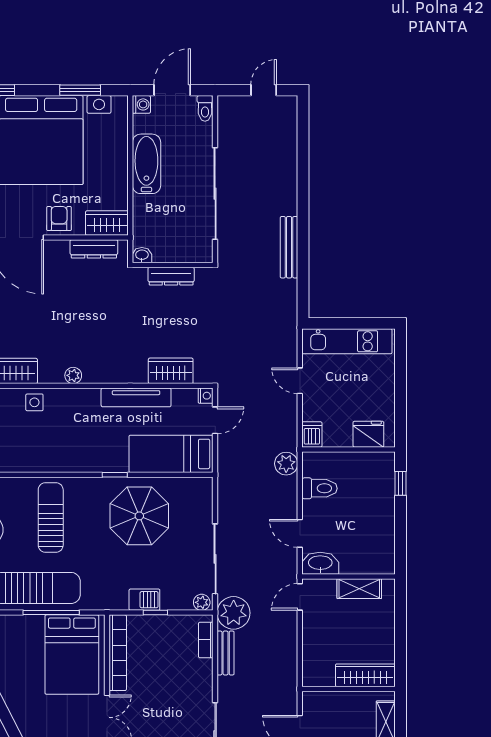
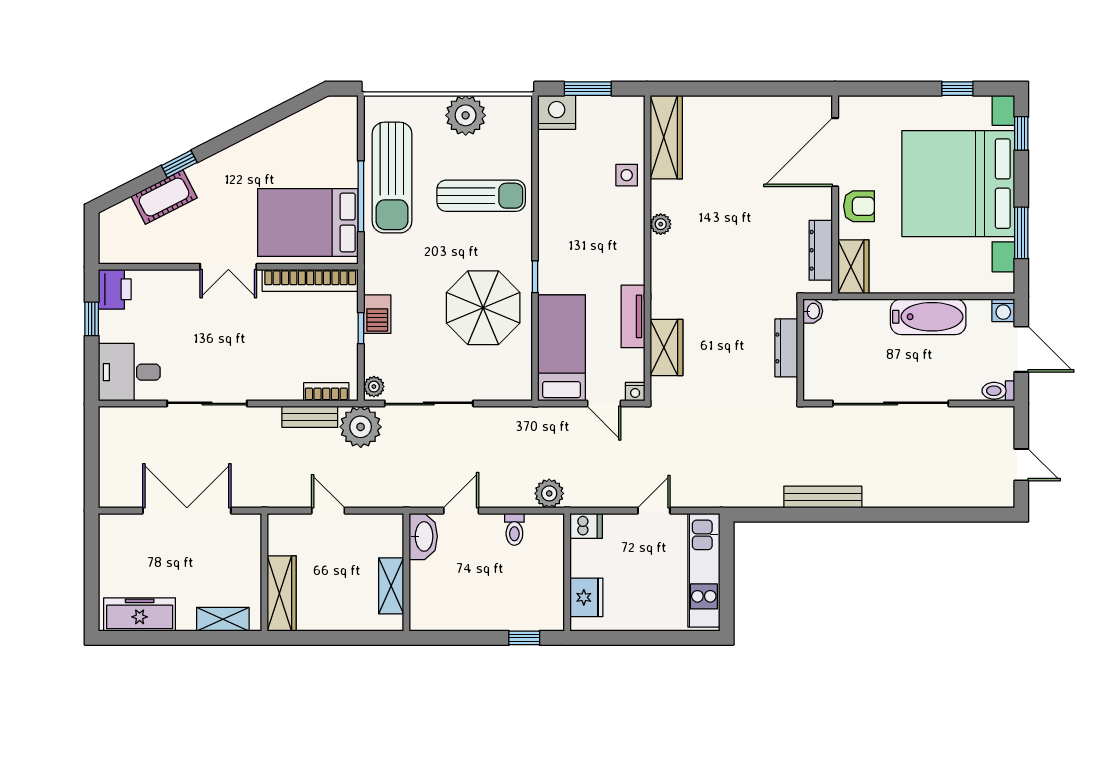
tv unit: (136, 397) -> (633, 316), width x0.71
toilet: (319, 488) -> (514, 529), width x0.73, depth x0.72
door: (300, 597) -> (328, 511), moved

